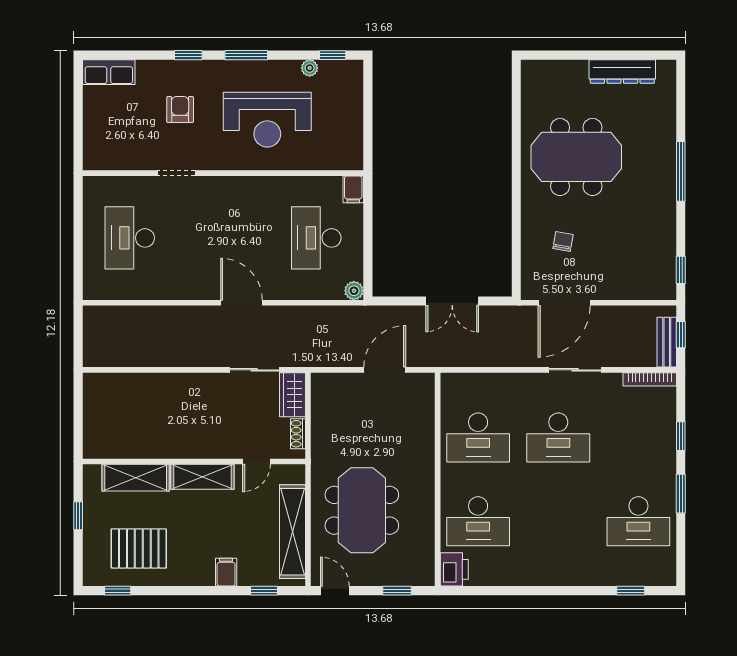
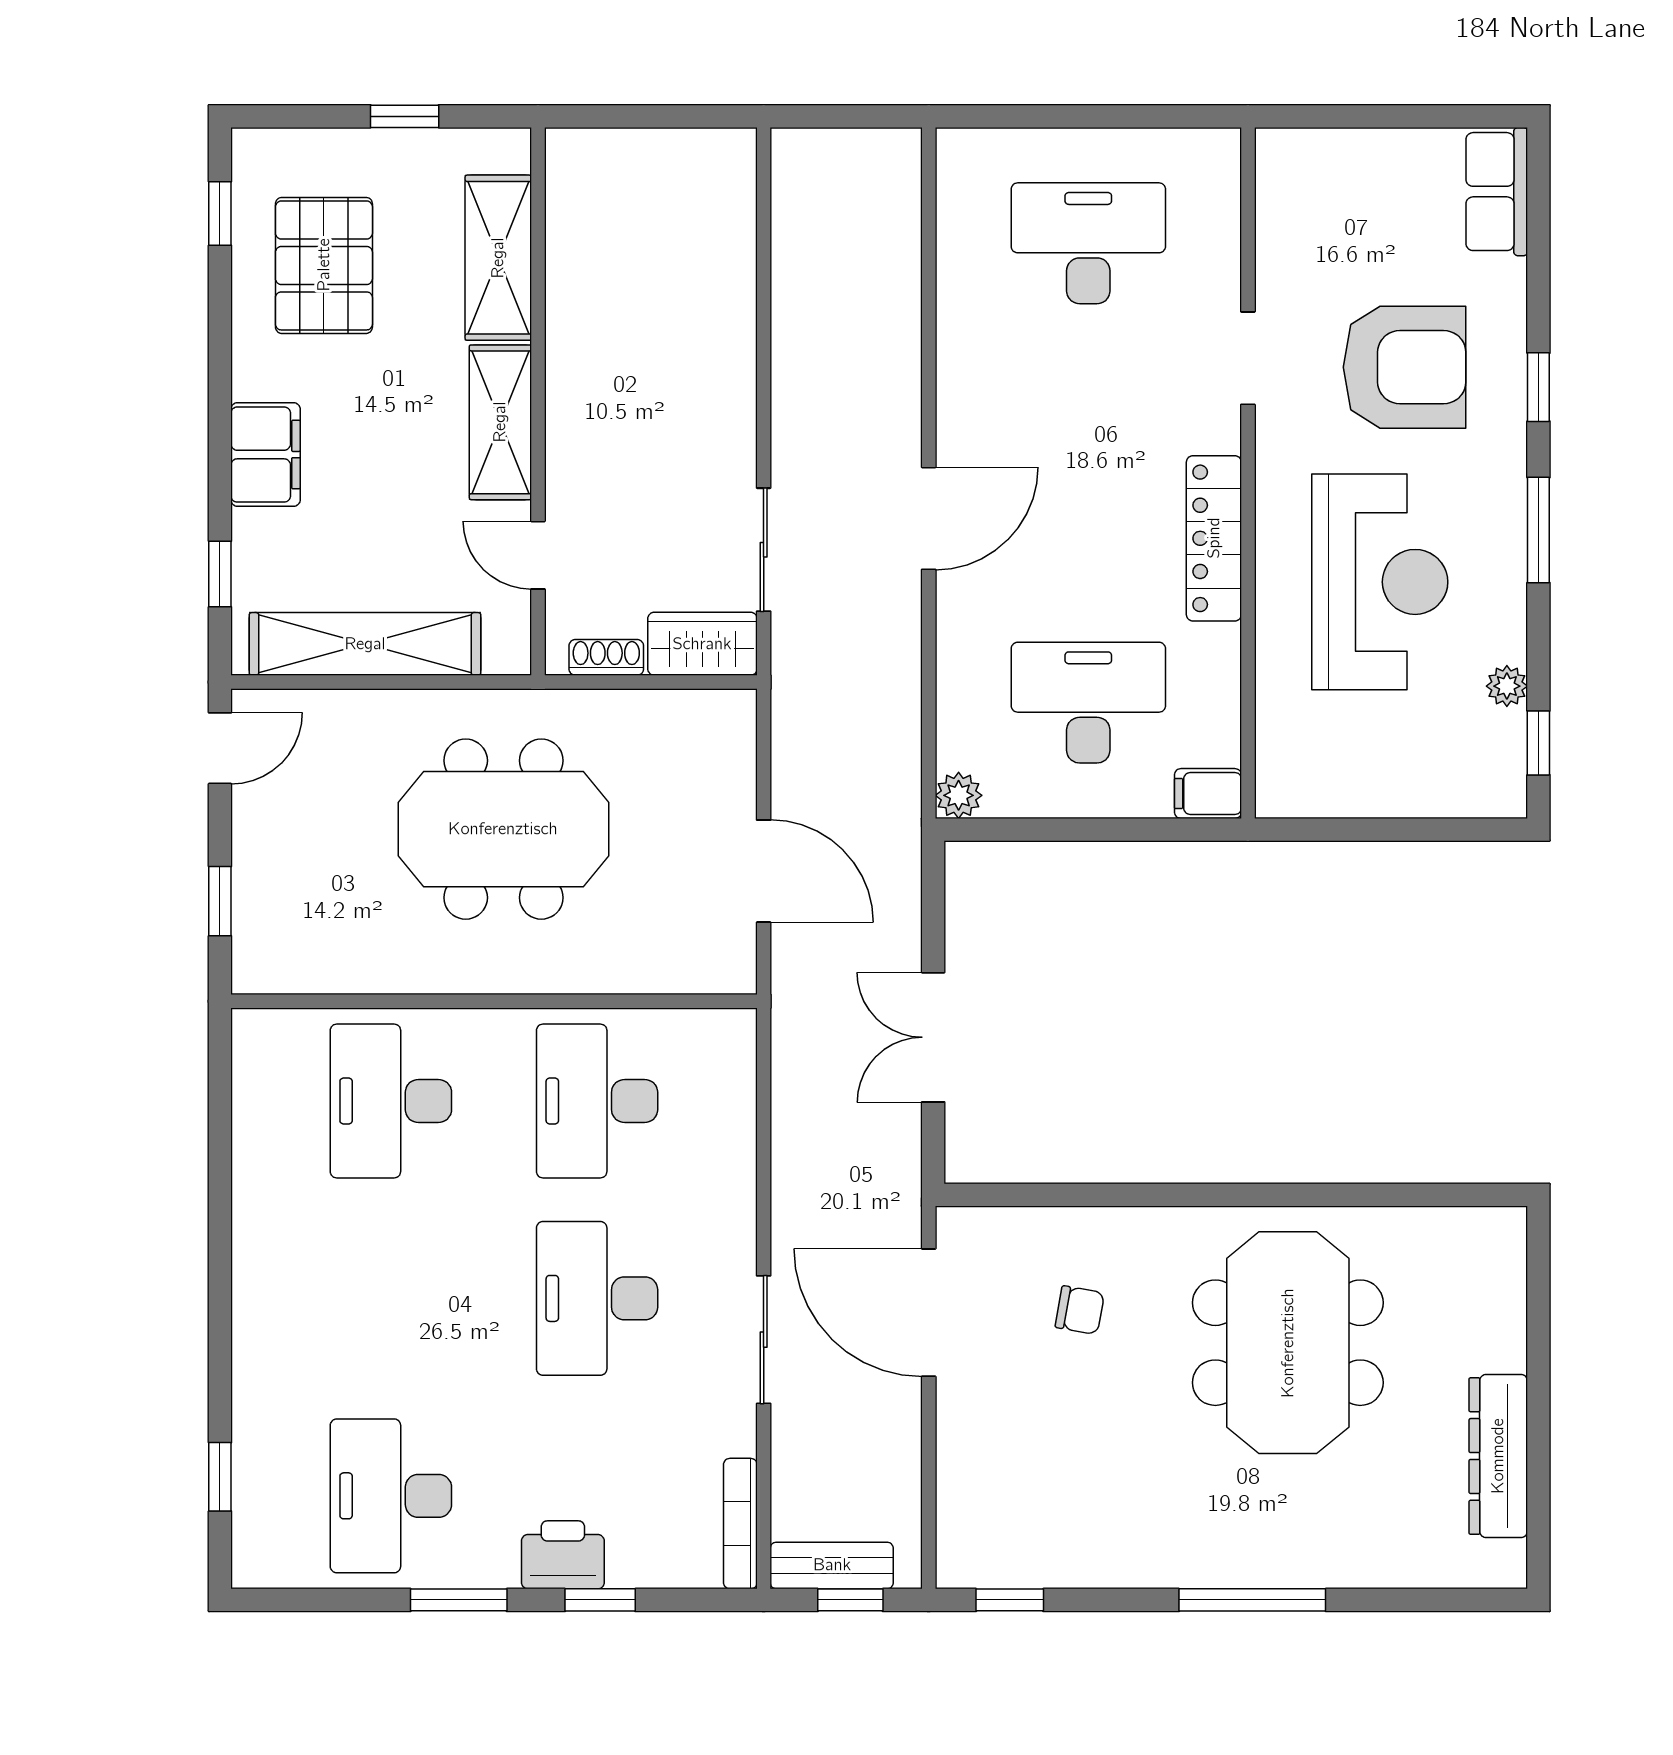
armchair: (180, 110) -> (1405, 367), width x1.88, depth x1.88
reception desk: (267, 120) -> (1380, 582), turned 180
locker: (250, 187) -> (1214, 538), added
meeting table: (362, 510) -> (503, 829), moved
printer: (454, 569) -> (563, 1555), moved, turned 180
filing cabinet: (226, 572) -> (266, 455), width x2.00

